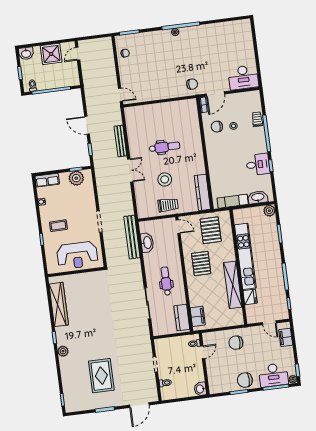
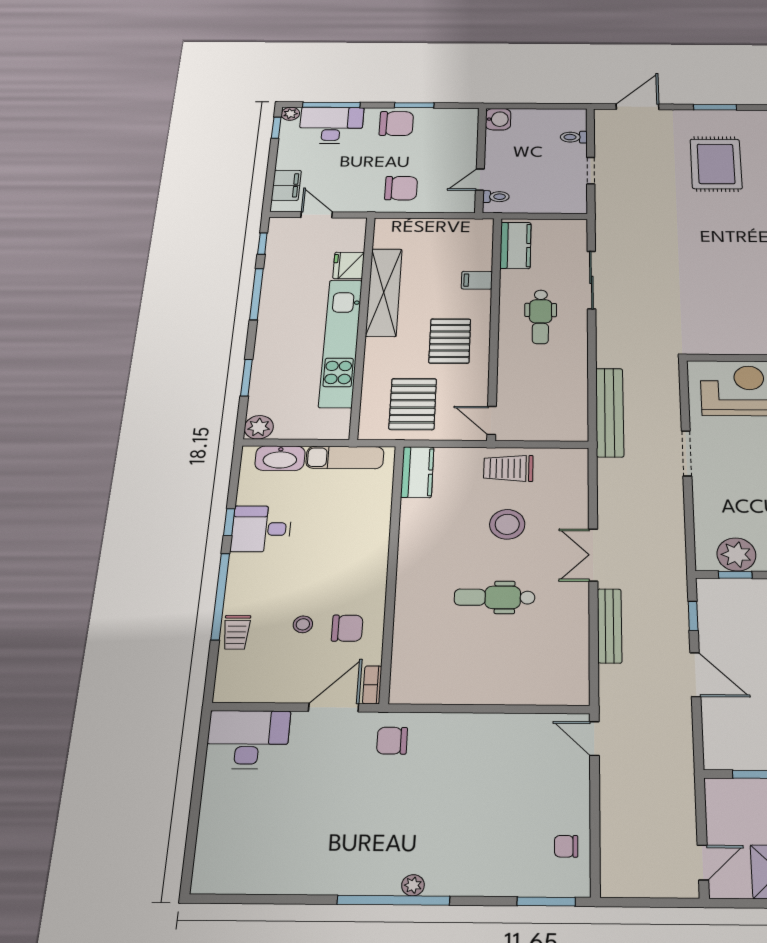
kitchen counter: (202, 192) -> (417, 472), width x0.67
washbasin: (147, 243) -> (574, 397), removed
filing cabinet: (198, 316) -> (477, 280), moved, width x0.50

